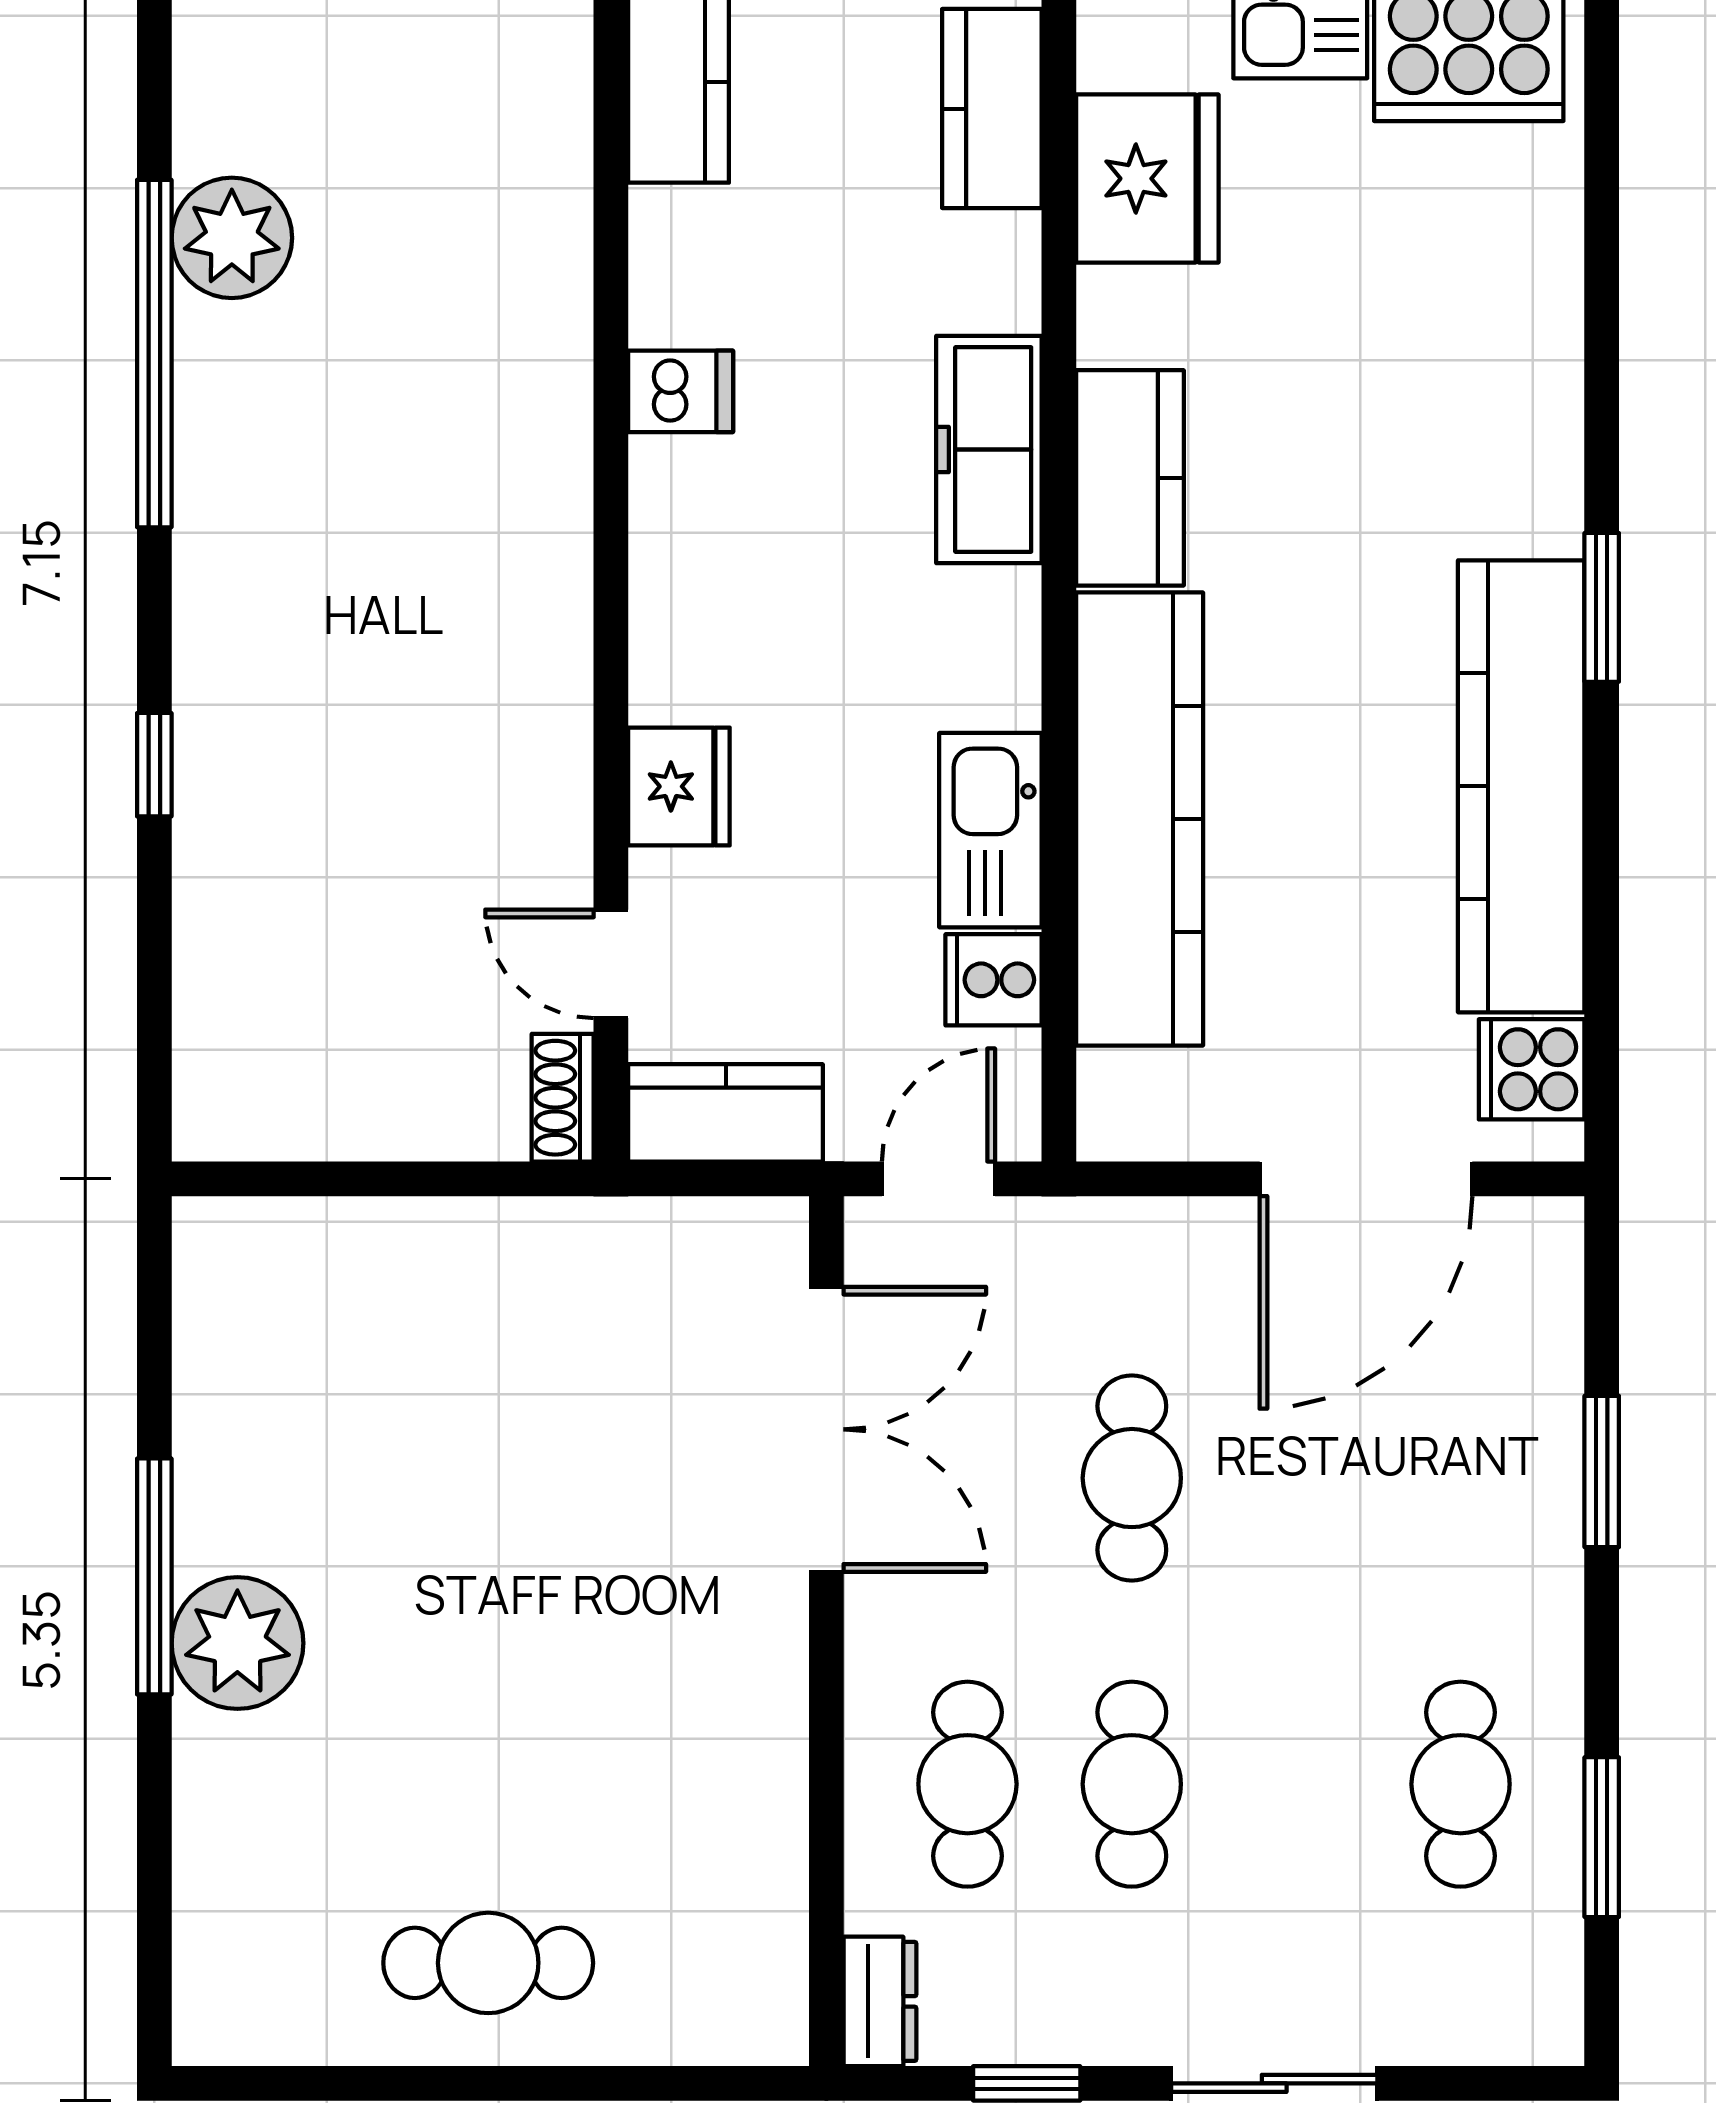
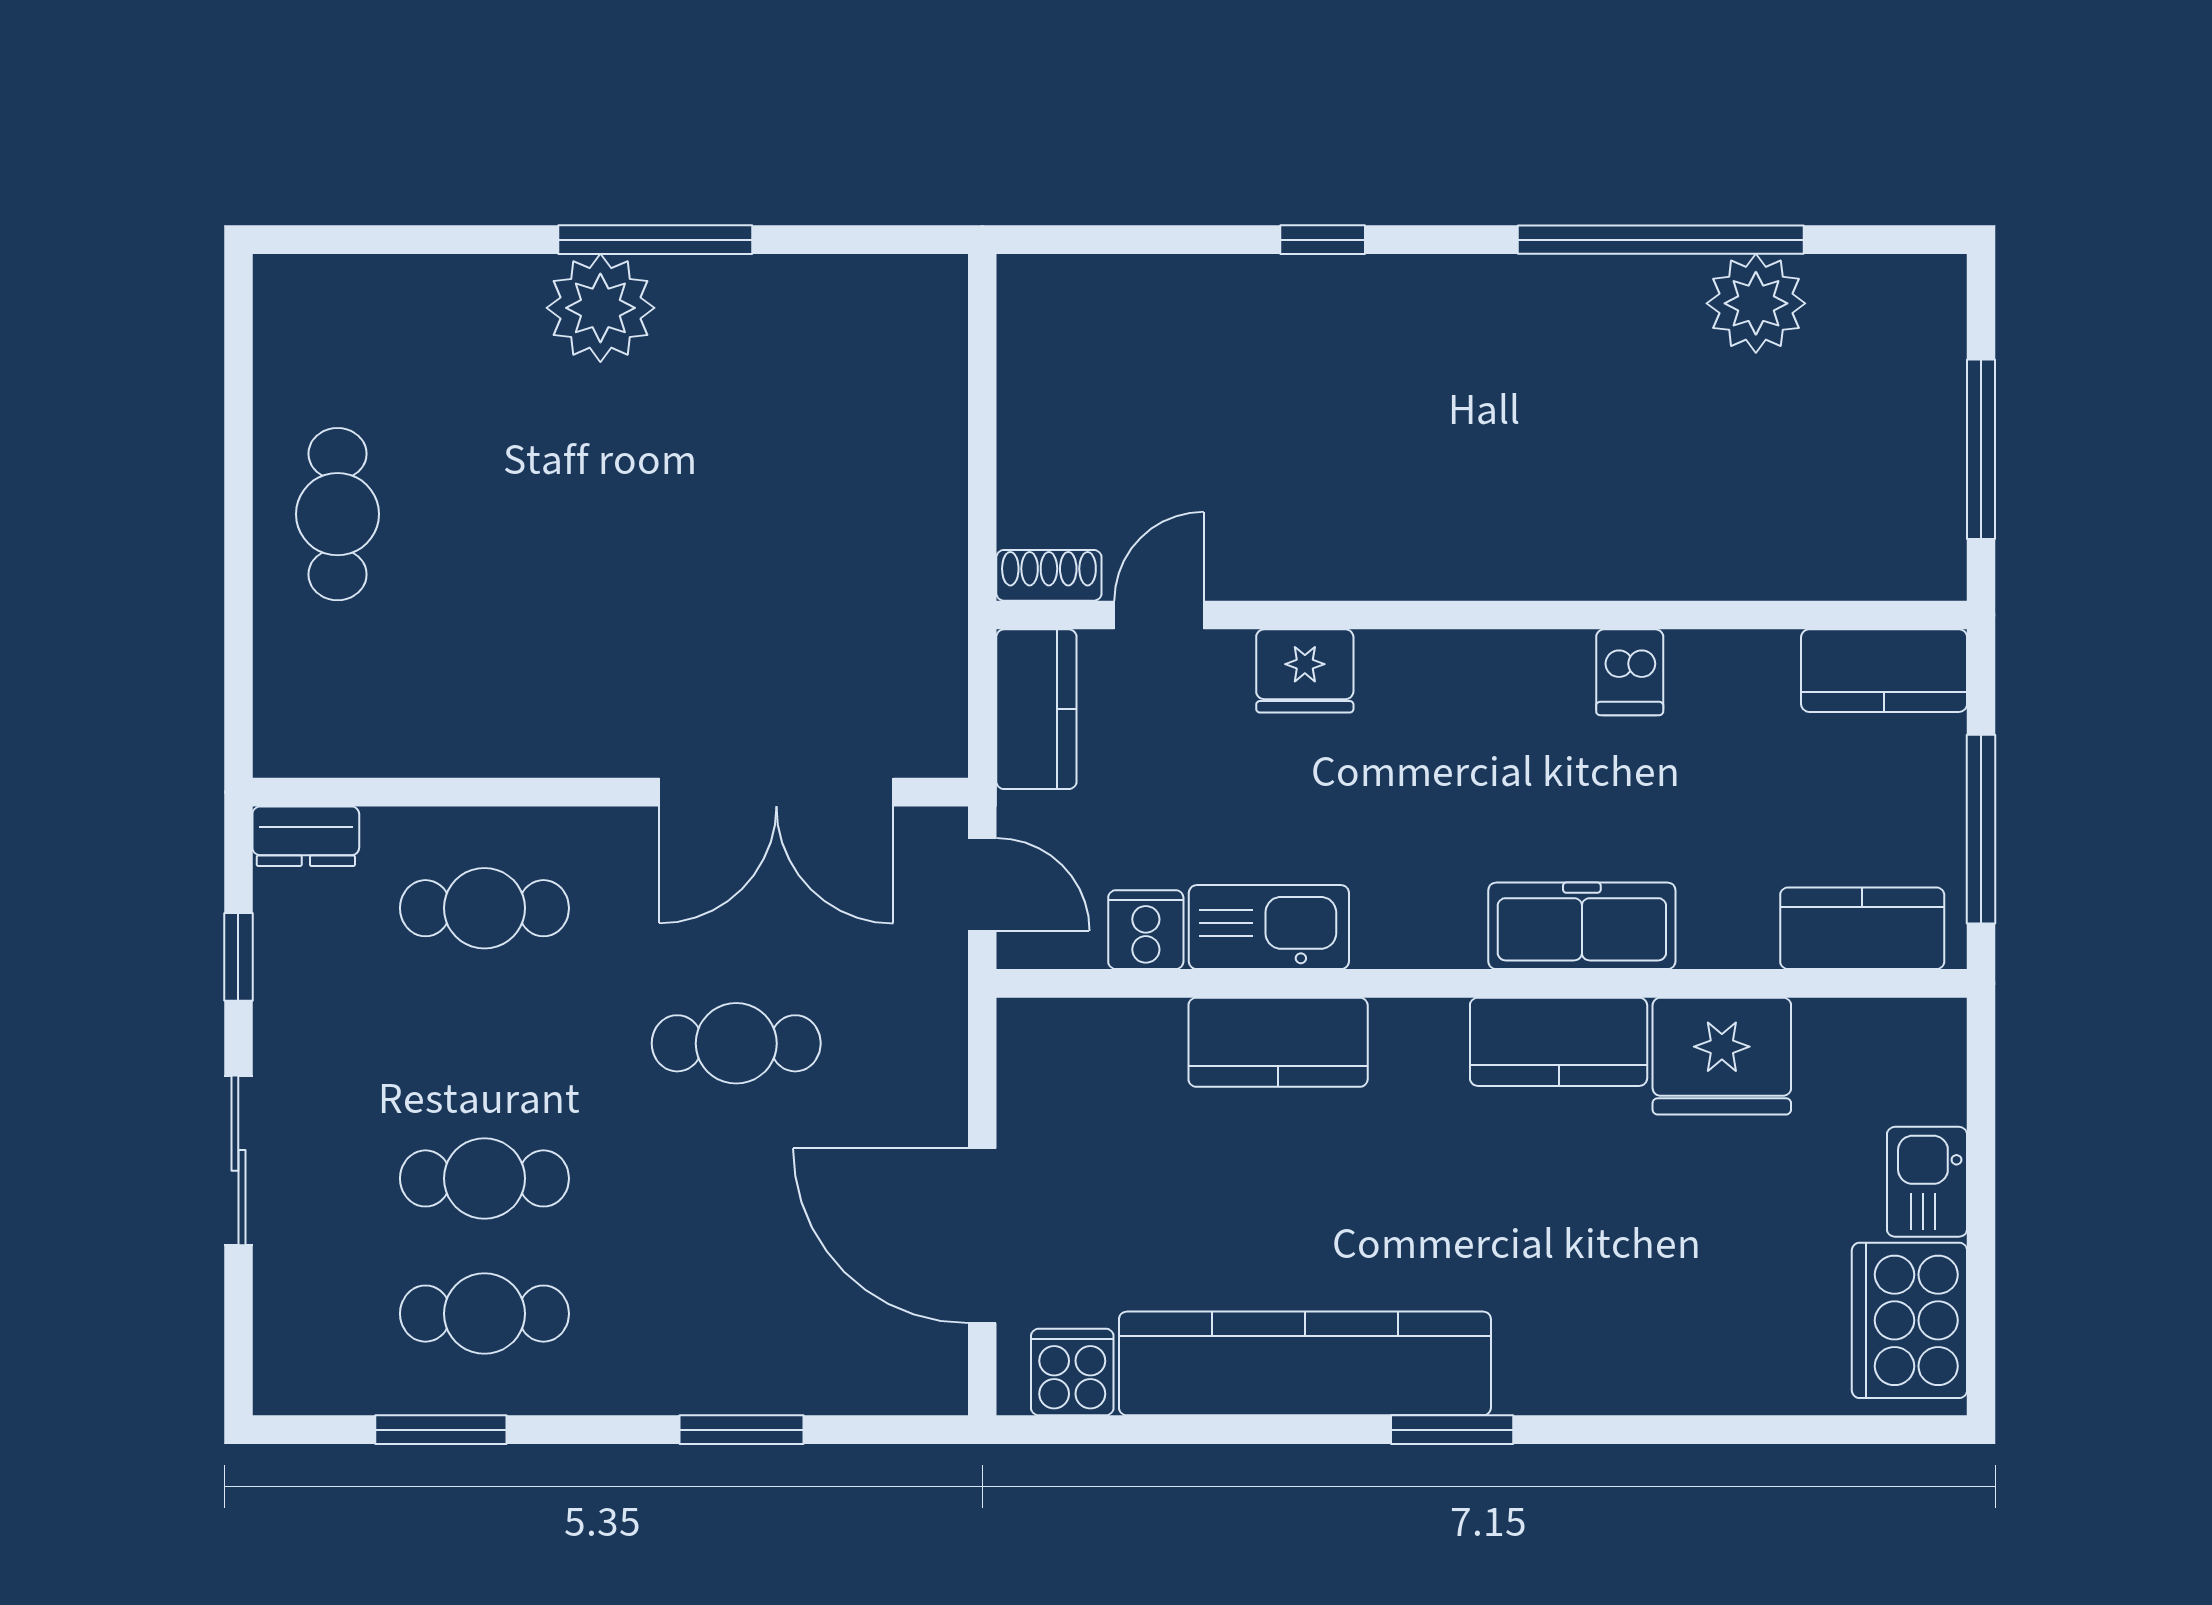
fridge: (1147, 179) -> (1722, 1056), moved
kitchen counter: (1140, 819) -> (1278, 1042), width x0.48, depth x0.86
cafe table: (1132, 1784) -> (484, 1178), moved

